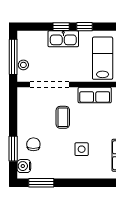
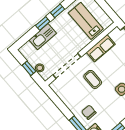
kitchen sink: (63, 39) -> (43, 37), moved
window: (13, 57) -> (29, 68), width x0.46

